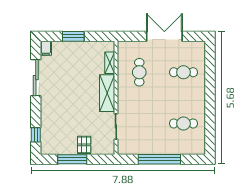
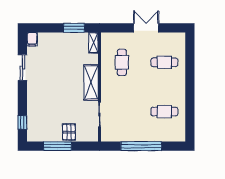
window: (73, 36) -> (74, 28), moved
double door: (164, 36) -> (146, 28), width x0.73
shelving: (110, 63) -> (93, 43), moved
sliding door: (36, 78) -> (22, 68), width x0.73

